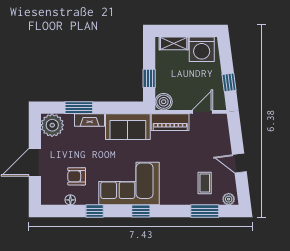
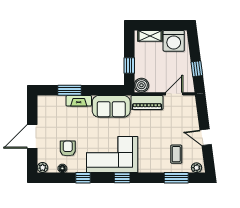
plant: (52, 125) -> (43, 168), moved, width x0.53, depth x0.53
armchair: (77, 176) -> (68, 148), turned 90

